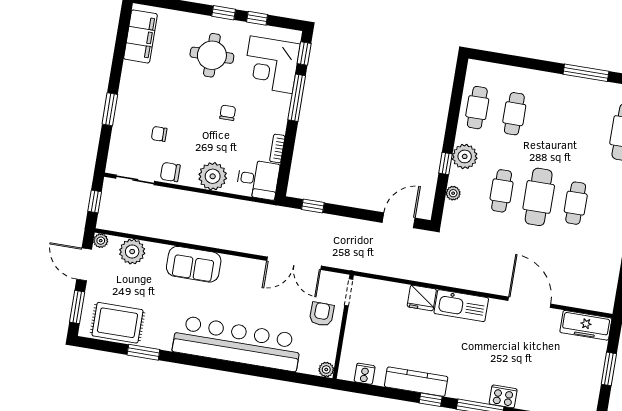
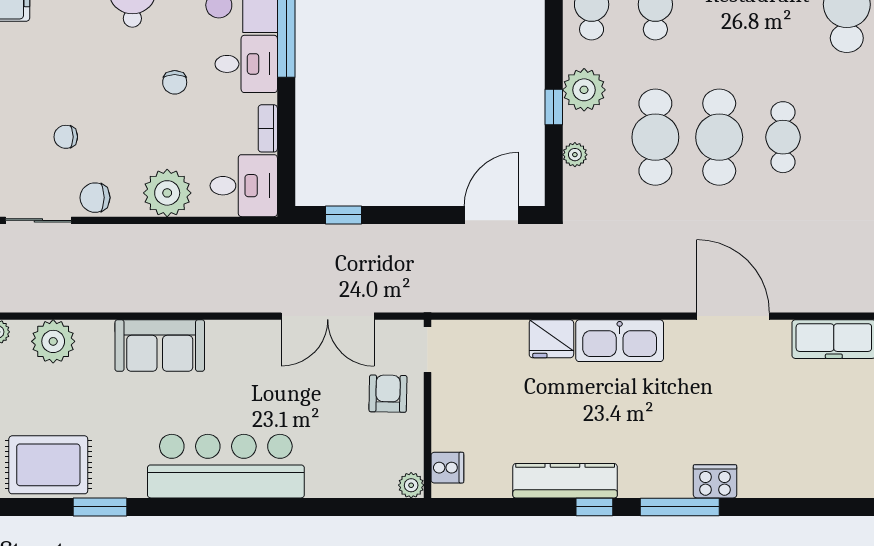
desk: (271, 109) -> (246, 64), added
chair: (228, 113) -> (175, 82), turned 180
cafe table: (502, 191) -> (655, 137), width x1.37, depth x1.35
bar counter: (237, 343) -> (226, 466), width x0.73
cooker: (365, 374) -> (447, 468), moved, turned 90

